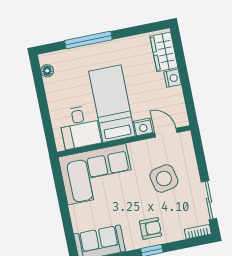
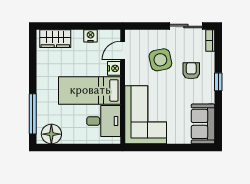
window: (88, 40) -> (33, 114), moved
floor lamp: (47, 71) -> (51, 134), width x1.89, depth x1.89
nightstand: (173, 78) -> (91, 36), moved
armchair: (150, 228) -> (191, 71), moved

